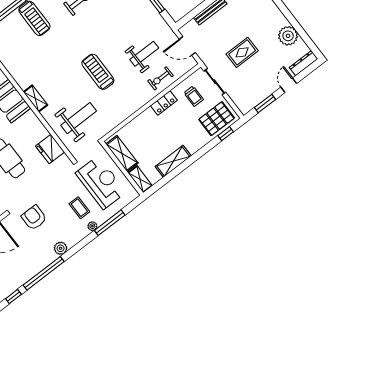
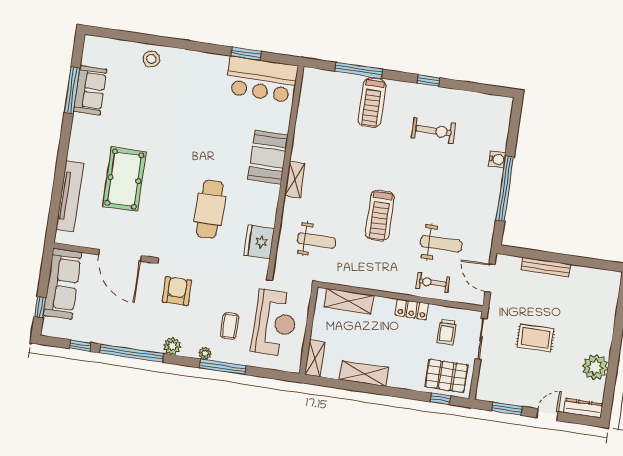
treadmill: (98, 72) -> (380, 215), turned 180
weight bench: (79, 118) -> (316, 240), width x0.73, depth x0.75
shelving: (122, 154) -> (349, 301), moved, turned 90
window: (110, 223) -> (223, 367), moved
plant: (92, 226) -> (205, 353), moved

